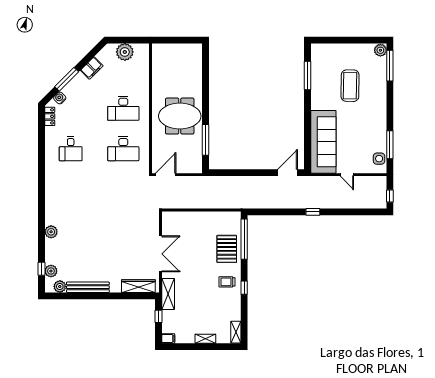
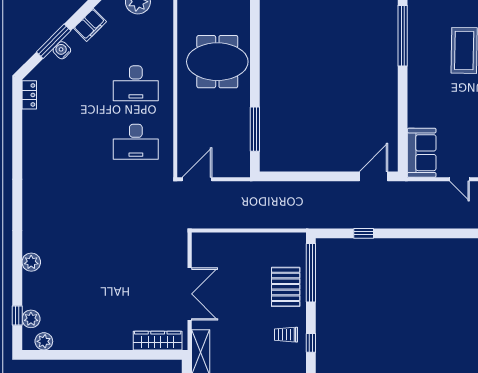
window: (308, 75) -> (403, 36), width x1.46
water cooler: (60, 98) -> (62, 50), moved
meeting table: (180, 116) -> (217, 62), moved
sofa: (323, 142) -> (422, 153), width x0.54, depth x0.79
desk: (71, 149) -> (60, 142), removed
window: (313, 212) -> (364, 233), moved
bench: (88, 287) -> (85, 342), removed

